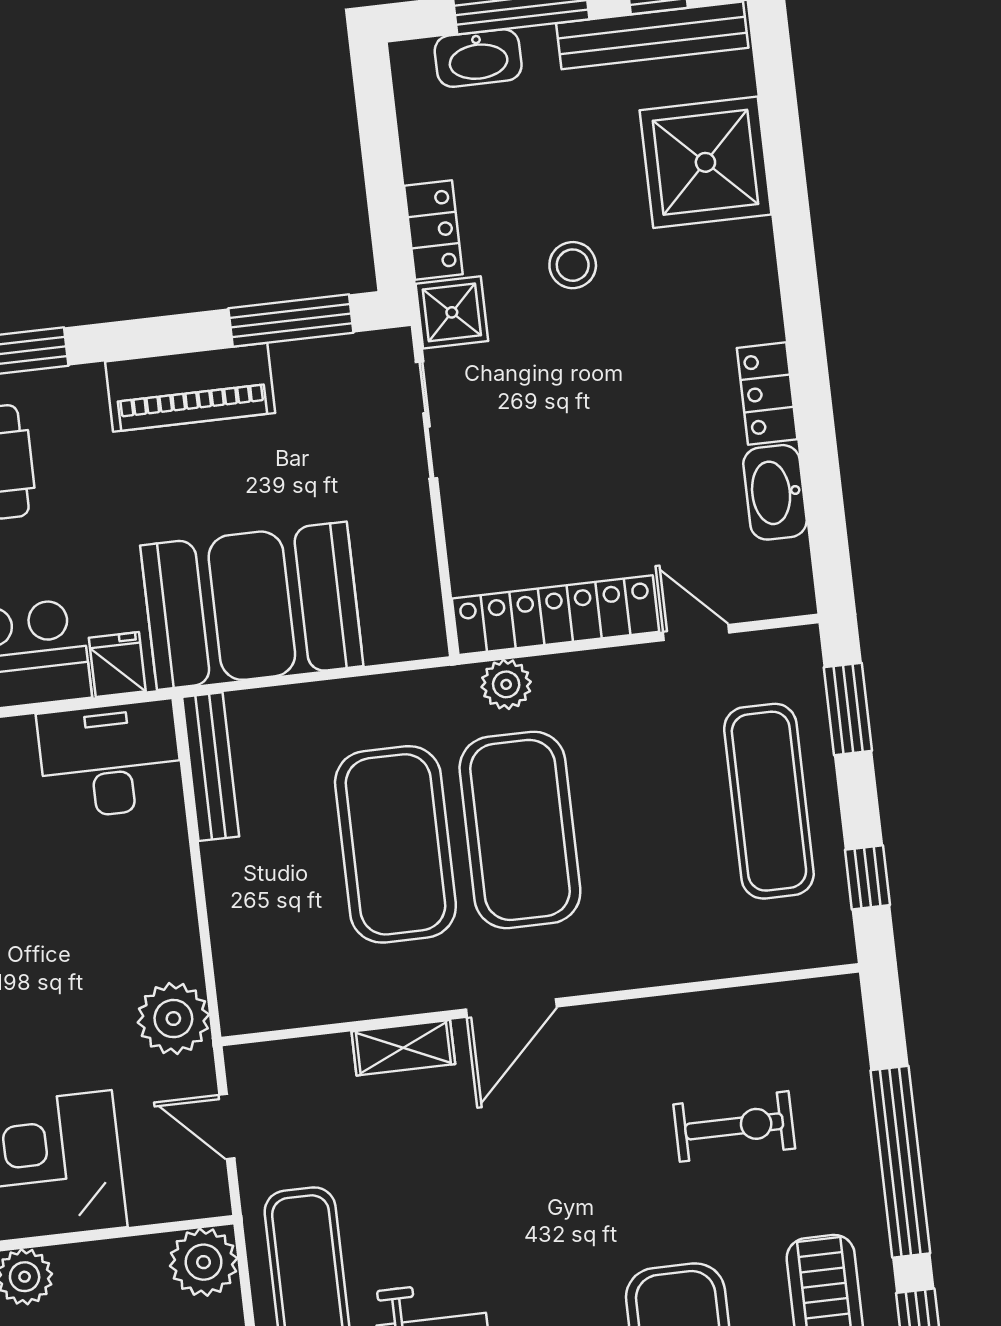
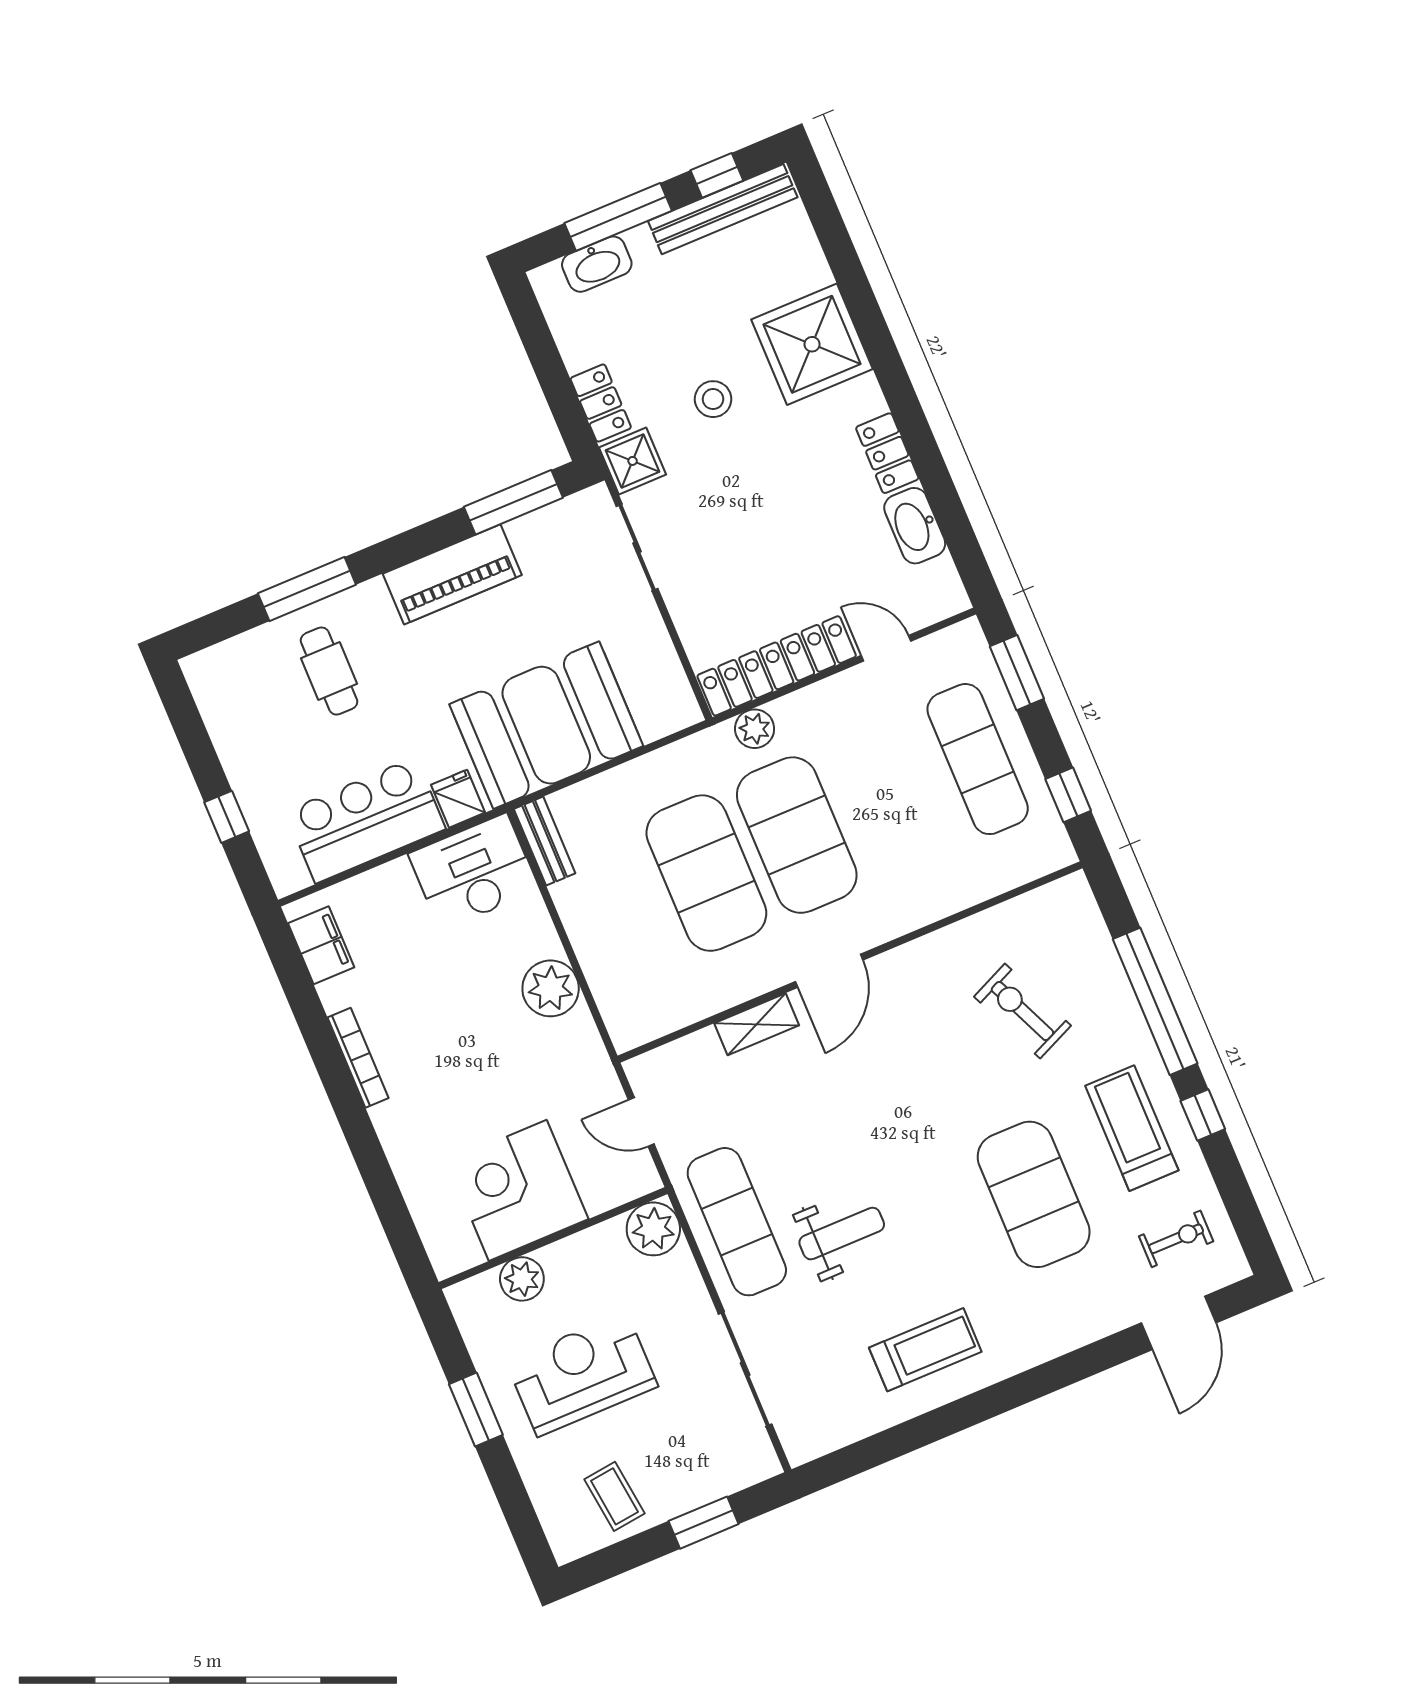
shower: (705, 162) -> (812, 344), moved
bench: (211, 767) -> (545, 841), width x0.73
plant: (173, 1019) -> (551, 988), moved
exercise bike: (734, 1126) -> (1022, 1011), turned -114

